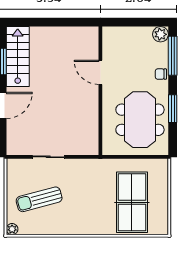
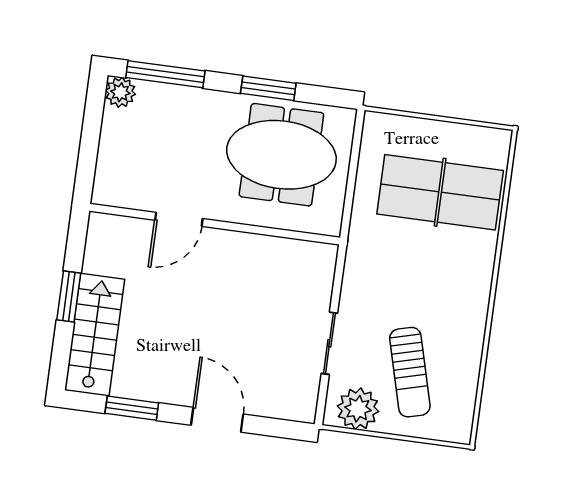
window: (54, 22) -> (69, 296), added
stairs: (18, 57) -> (95, 335), moved, turned 90
chair: (161, 74) -> (198, 102), removed
plant: (12, 229) -> (358, 409), moved, width x1.88, depth x1.88

